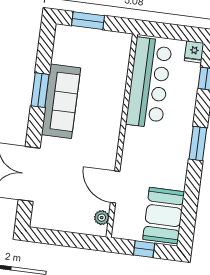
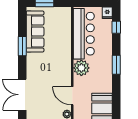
sofa: (61, 101) -> (35, 31), moved
plant: (137, 141) -> (81, 68), added

